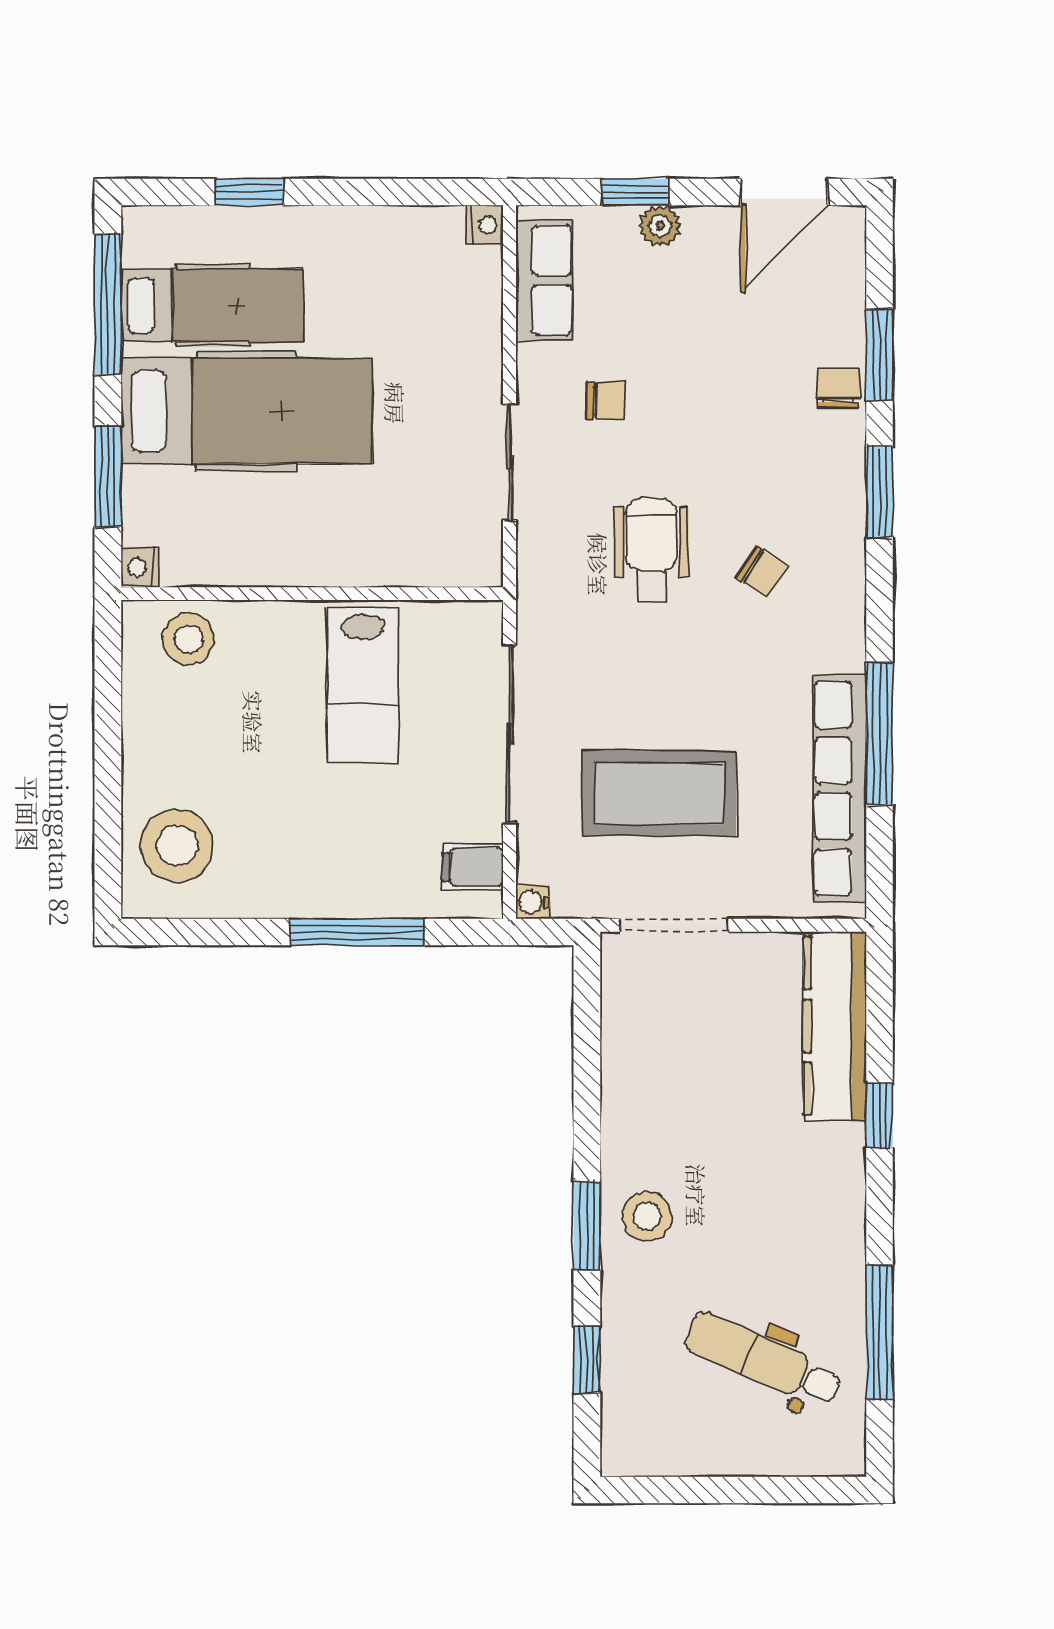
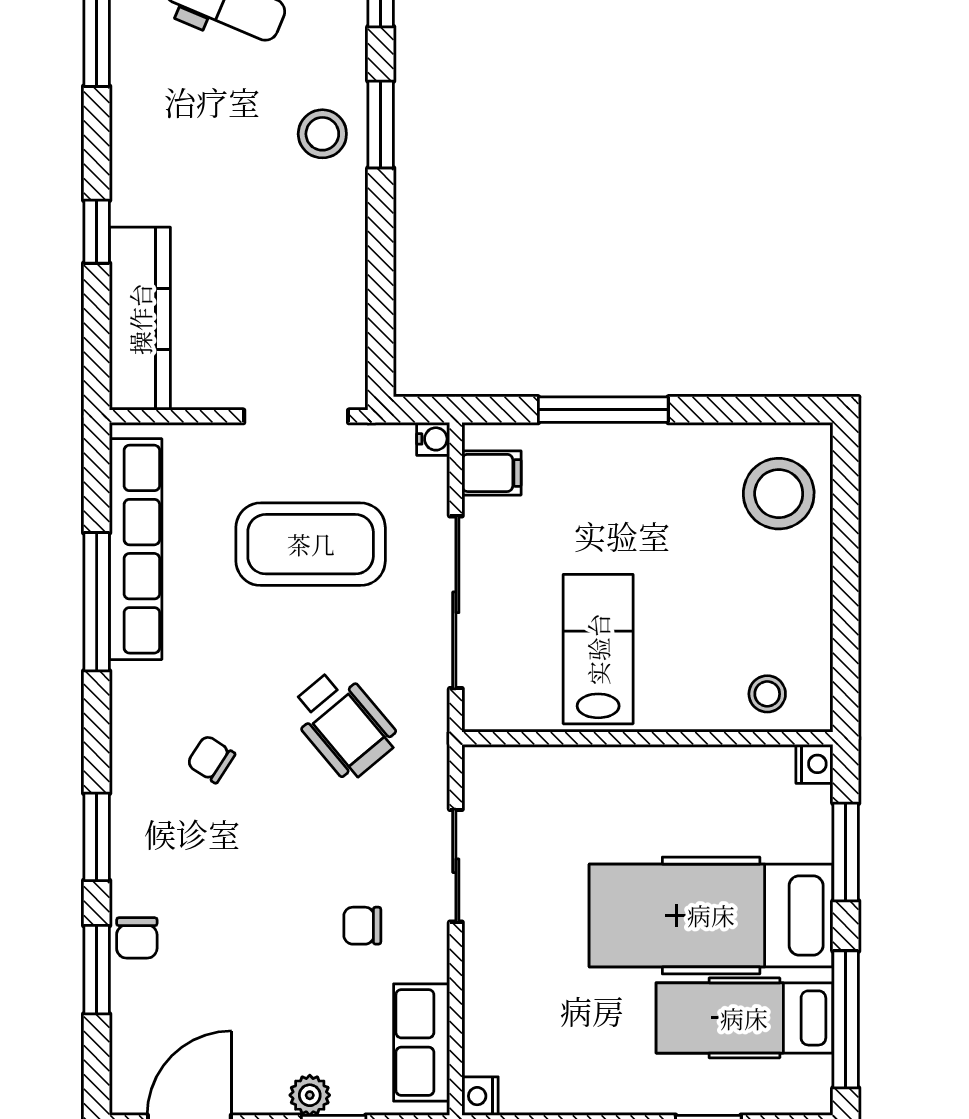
wheelchair: (651, 550) -> (344, 724), moved, turned -40
stool: (189, 639) -> (767, 694), width x0.73, depth x0.73

